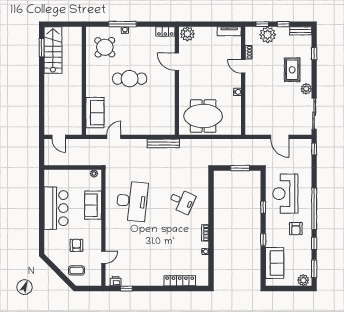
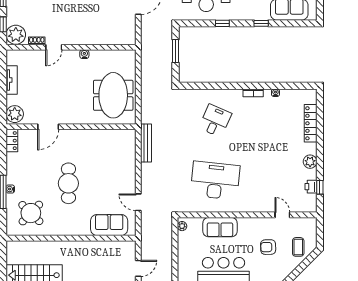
tv unit: (229, 31) -> (12, 80), moved
plant: (268, 35) -> (16, 35), moved
plant: (148, 280) -> (310, 162), added
printer: (116, 281) -> (311, 187), moved

